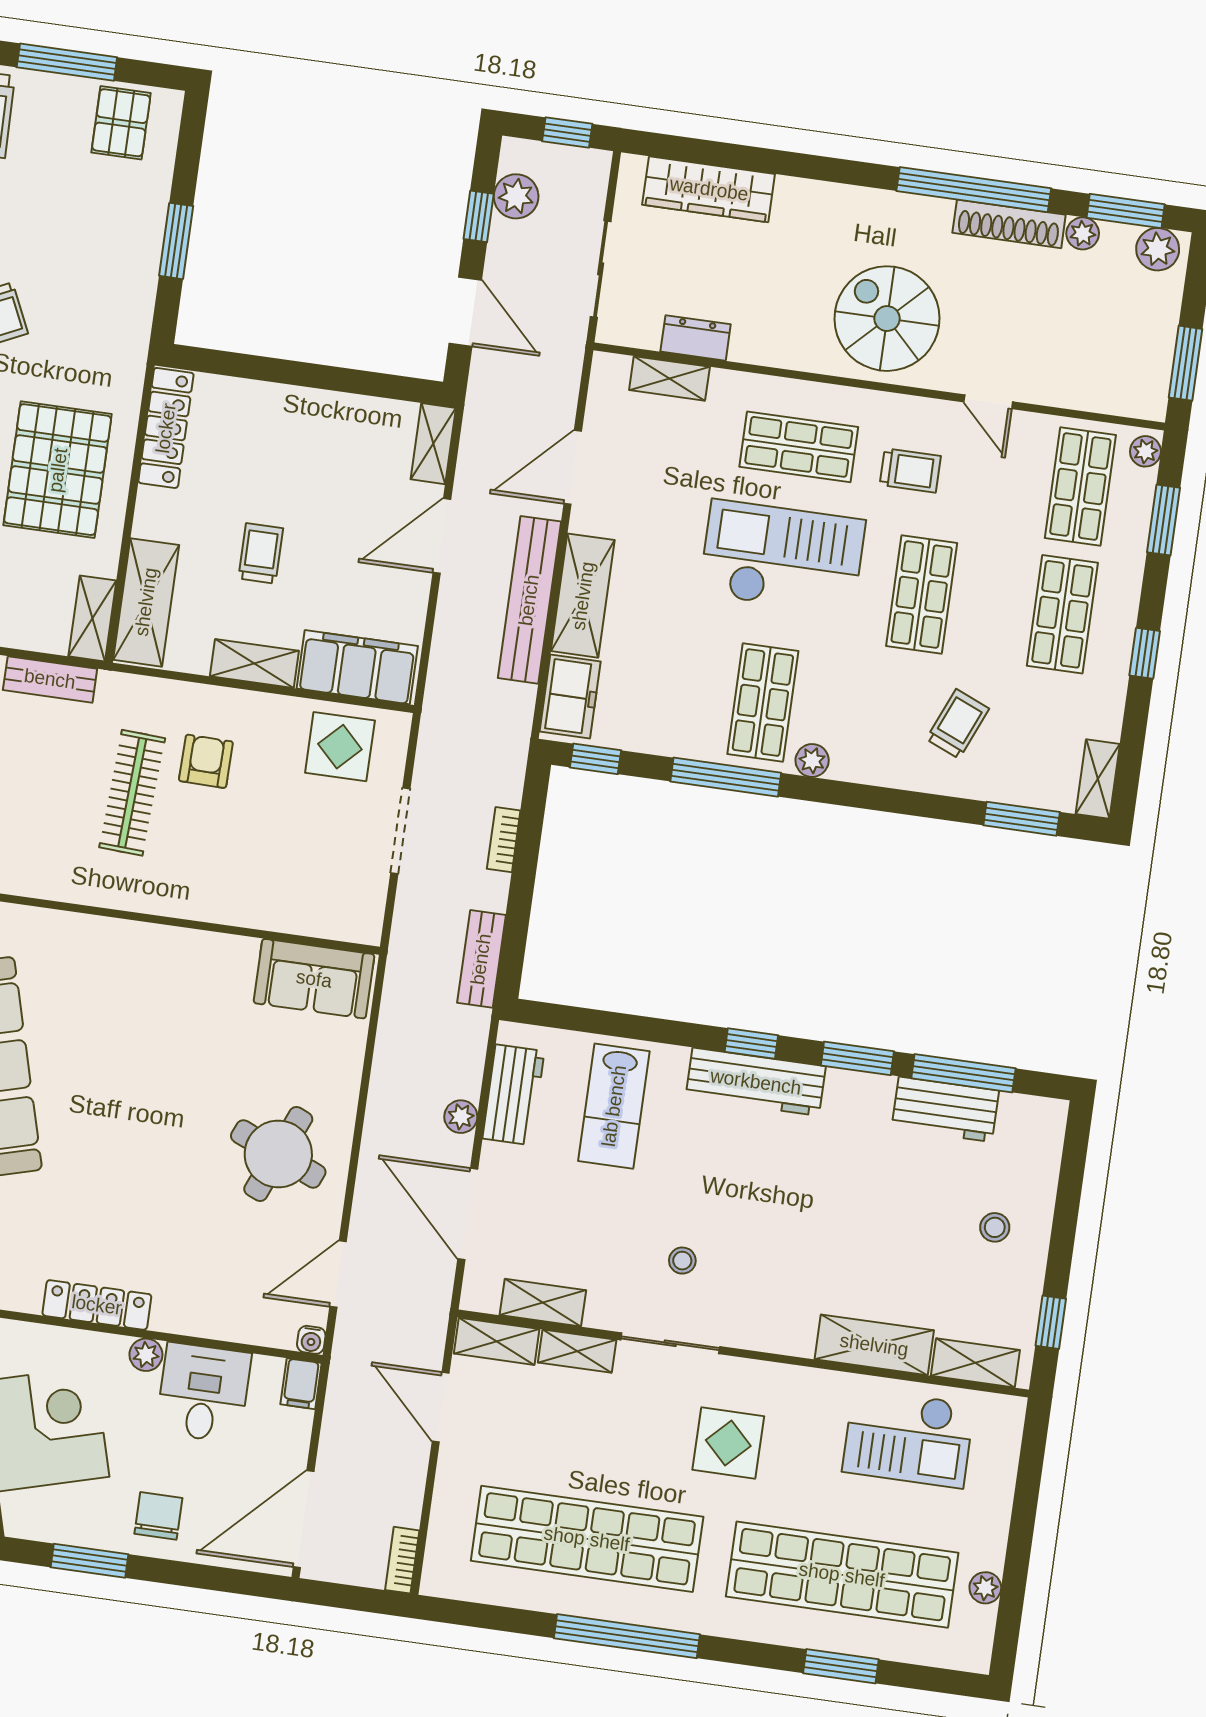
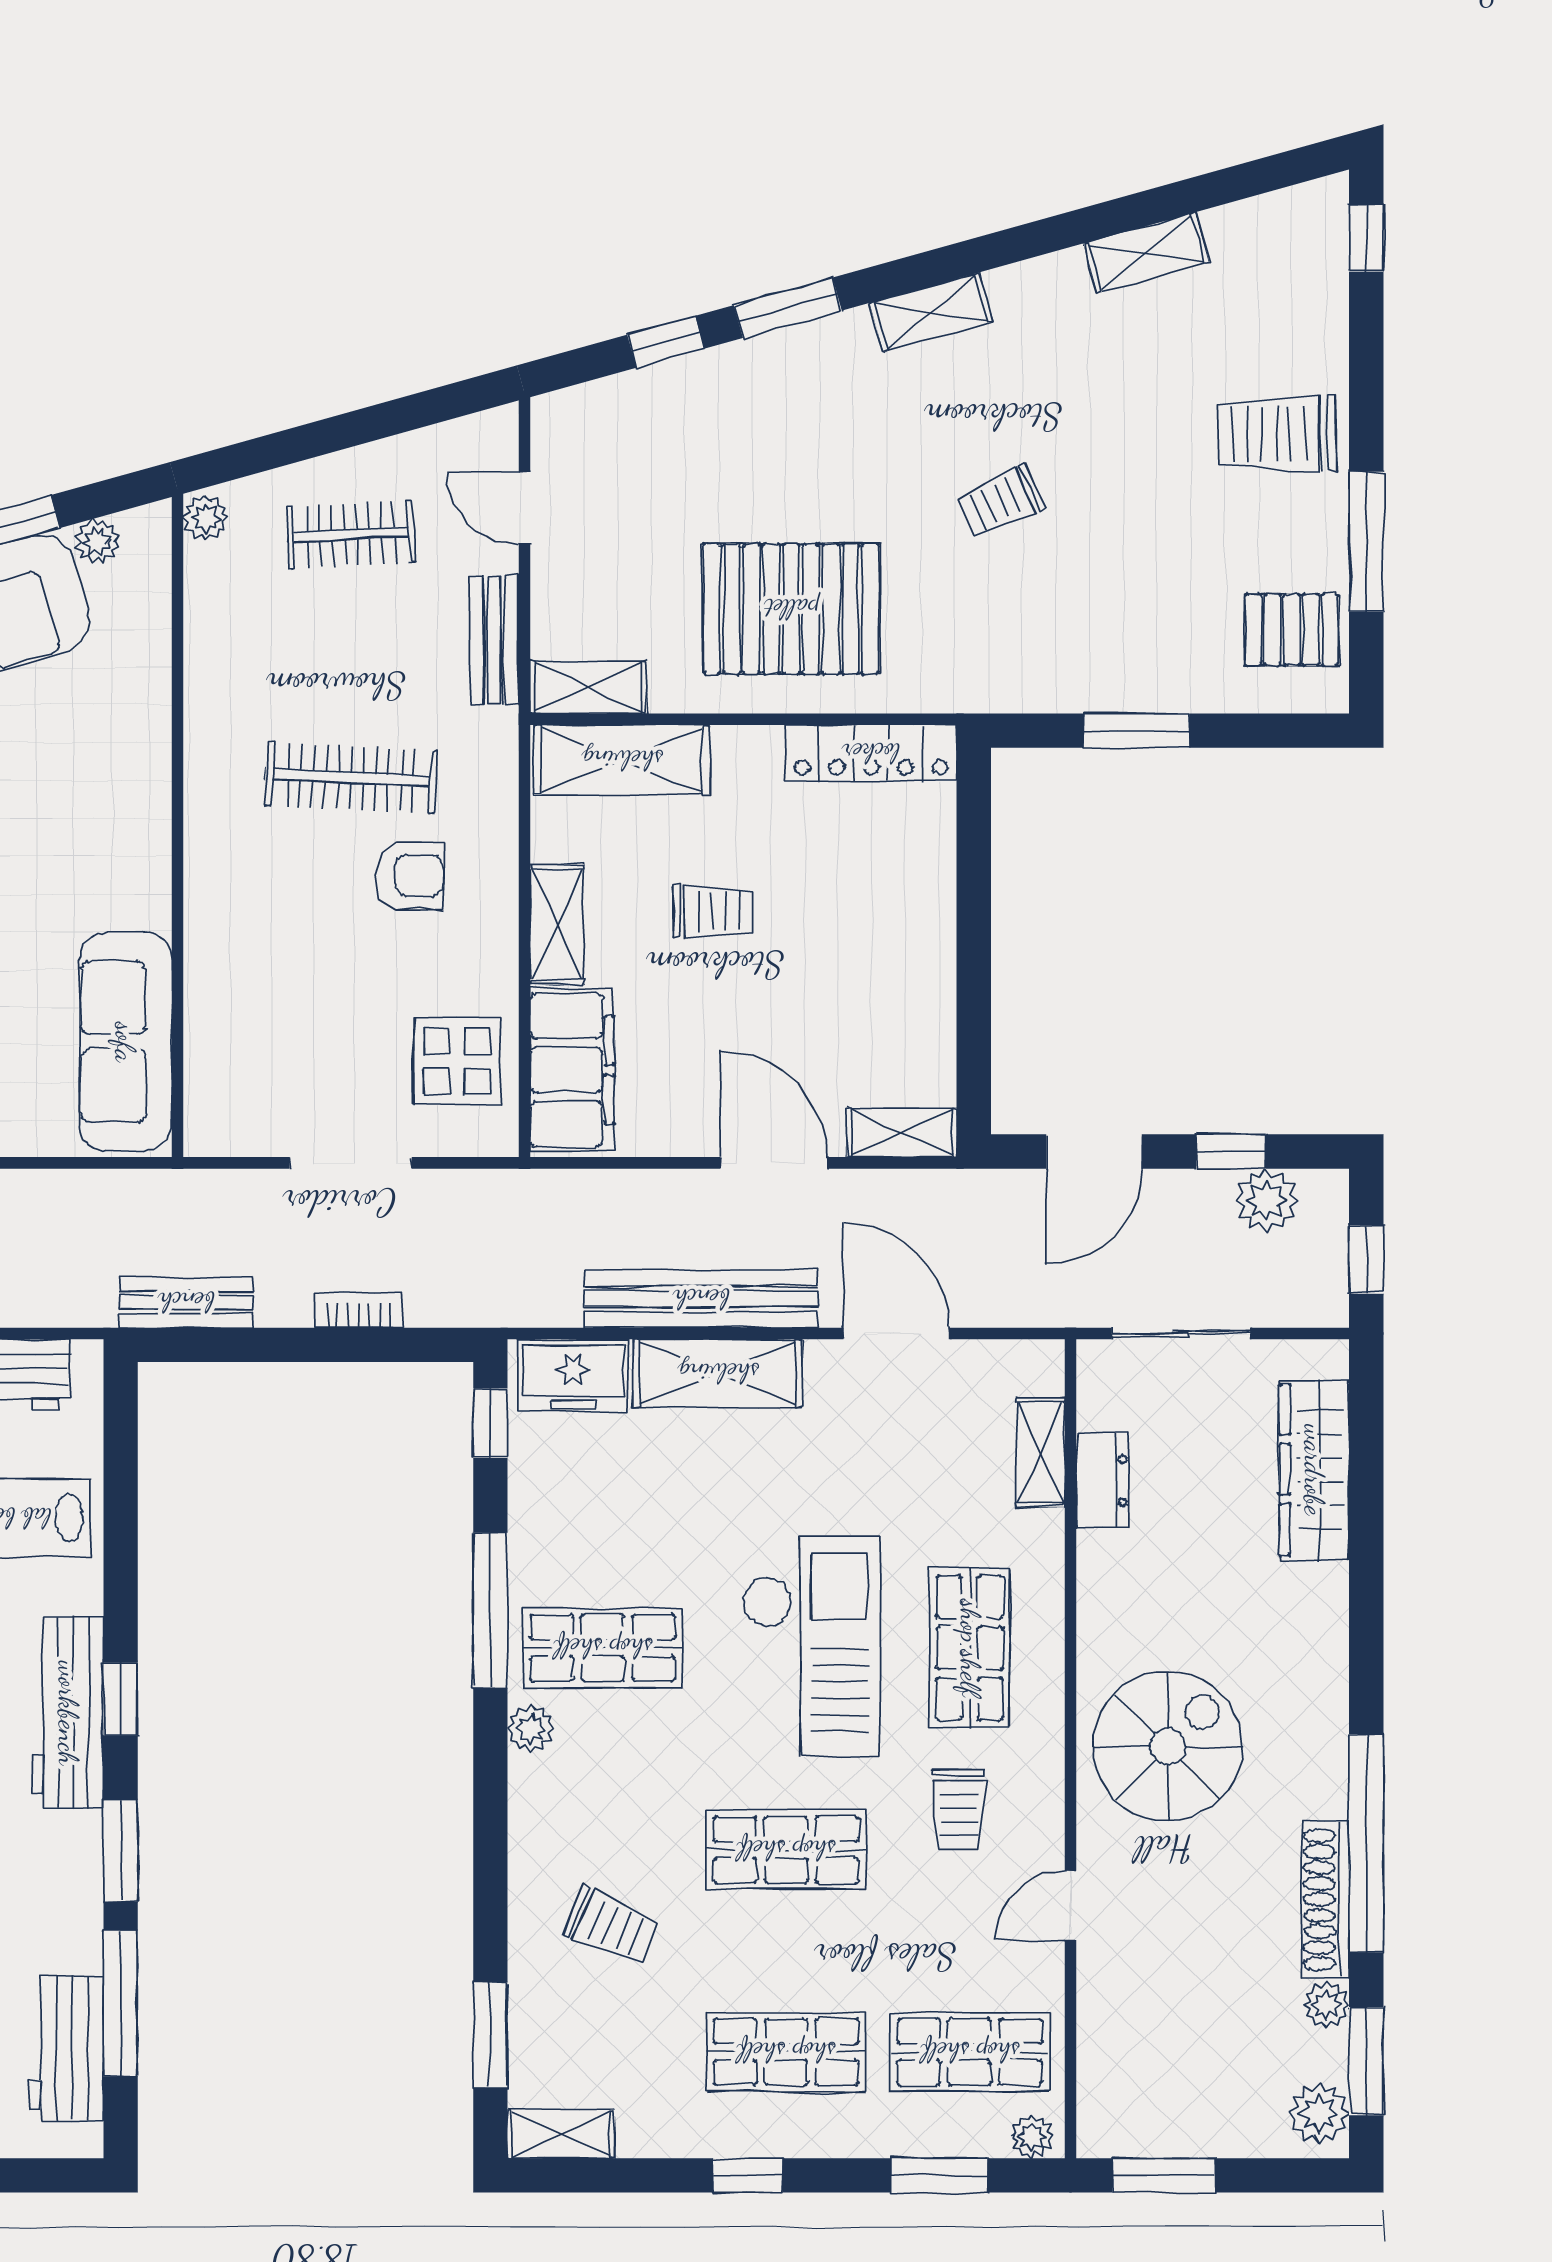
sofa: (314, 979) -> (125, 1042), width x1.36
workbench: (945, 1109) -> (66, 2049), moved

